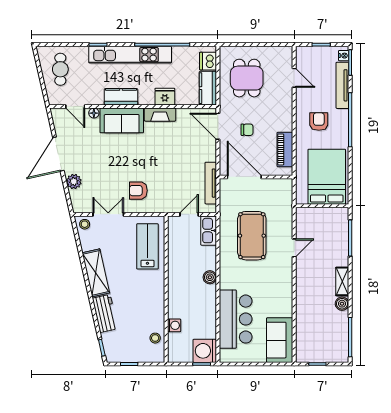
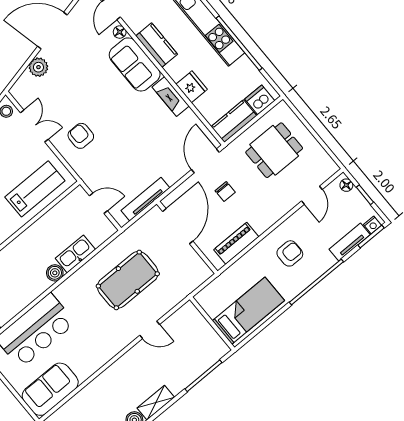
floor lamp: (306, 51) -> (346, 185), added
tv unit: (342, 85) -> (350, 242), width x0.71
bed: (327, 177) -> (248, 311), width x0.67
kitchen sink: (209, 231) -> (75, 254), moved

